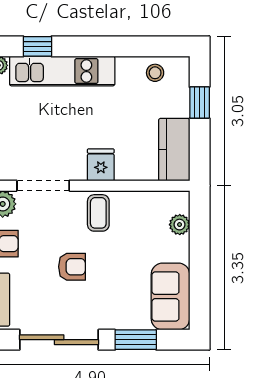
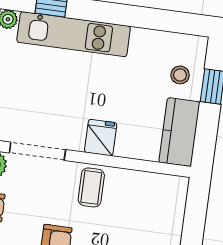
stool: (155, 73) -> (180, 75), moved
plant: (180, 225) -> (174, 211), removed

